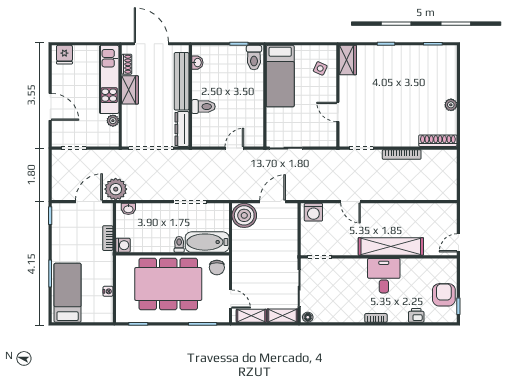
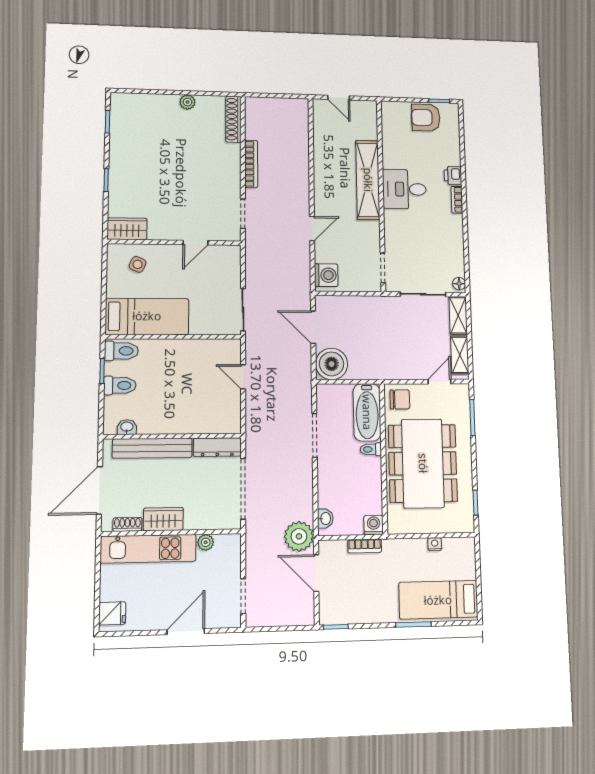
toilet: (203, 107) -> (120, 385), moved, turned 90
door: (458, 243) -> (339, 98), moved
printer: (416, 315) -> (453, 176), moved

